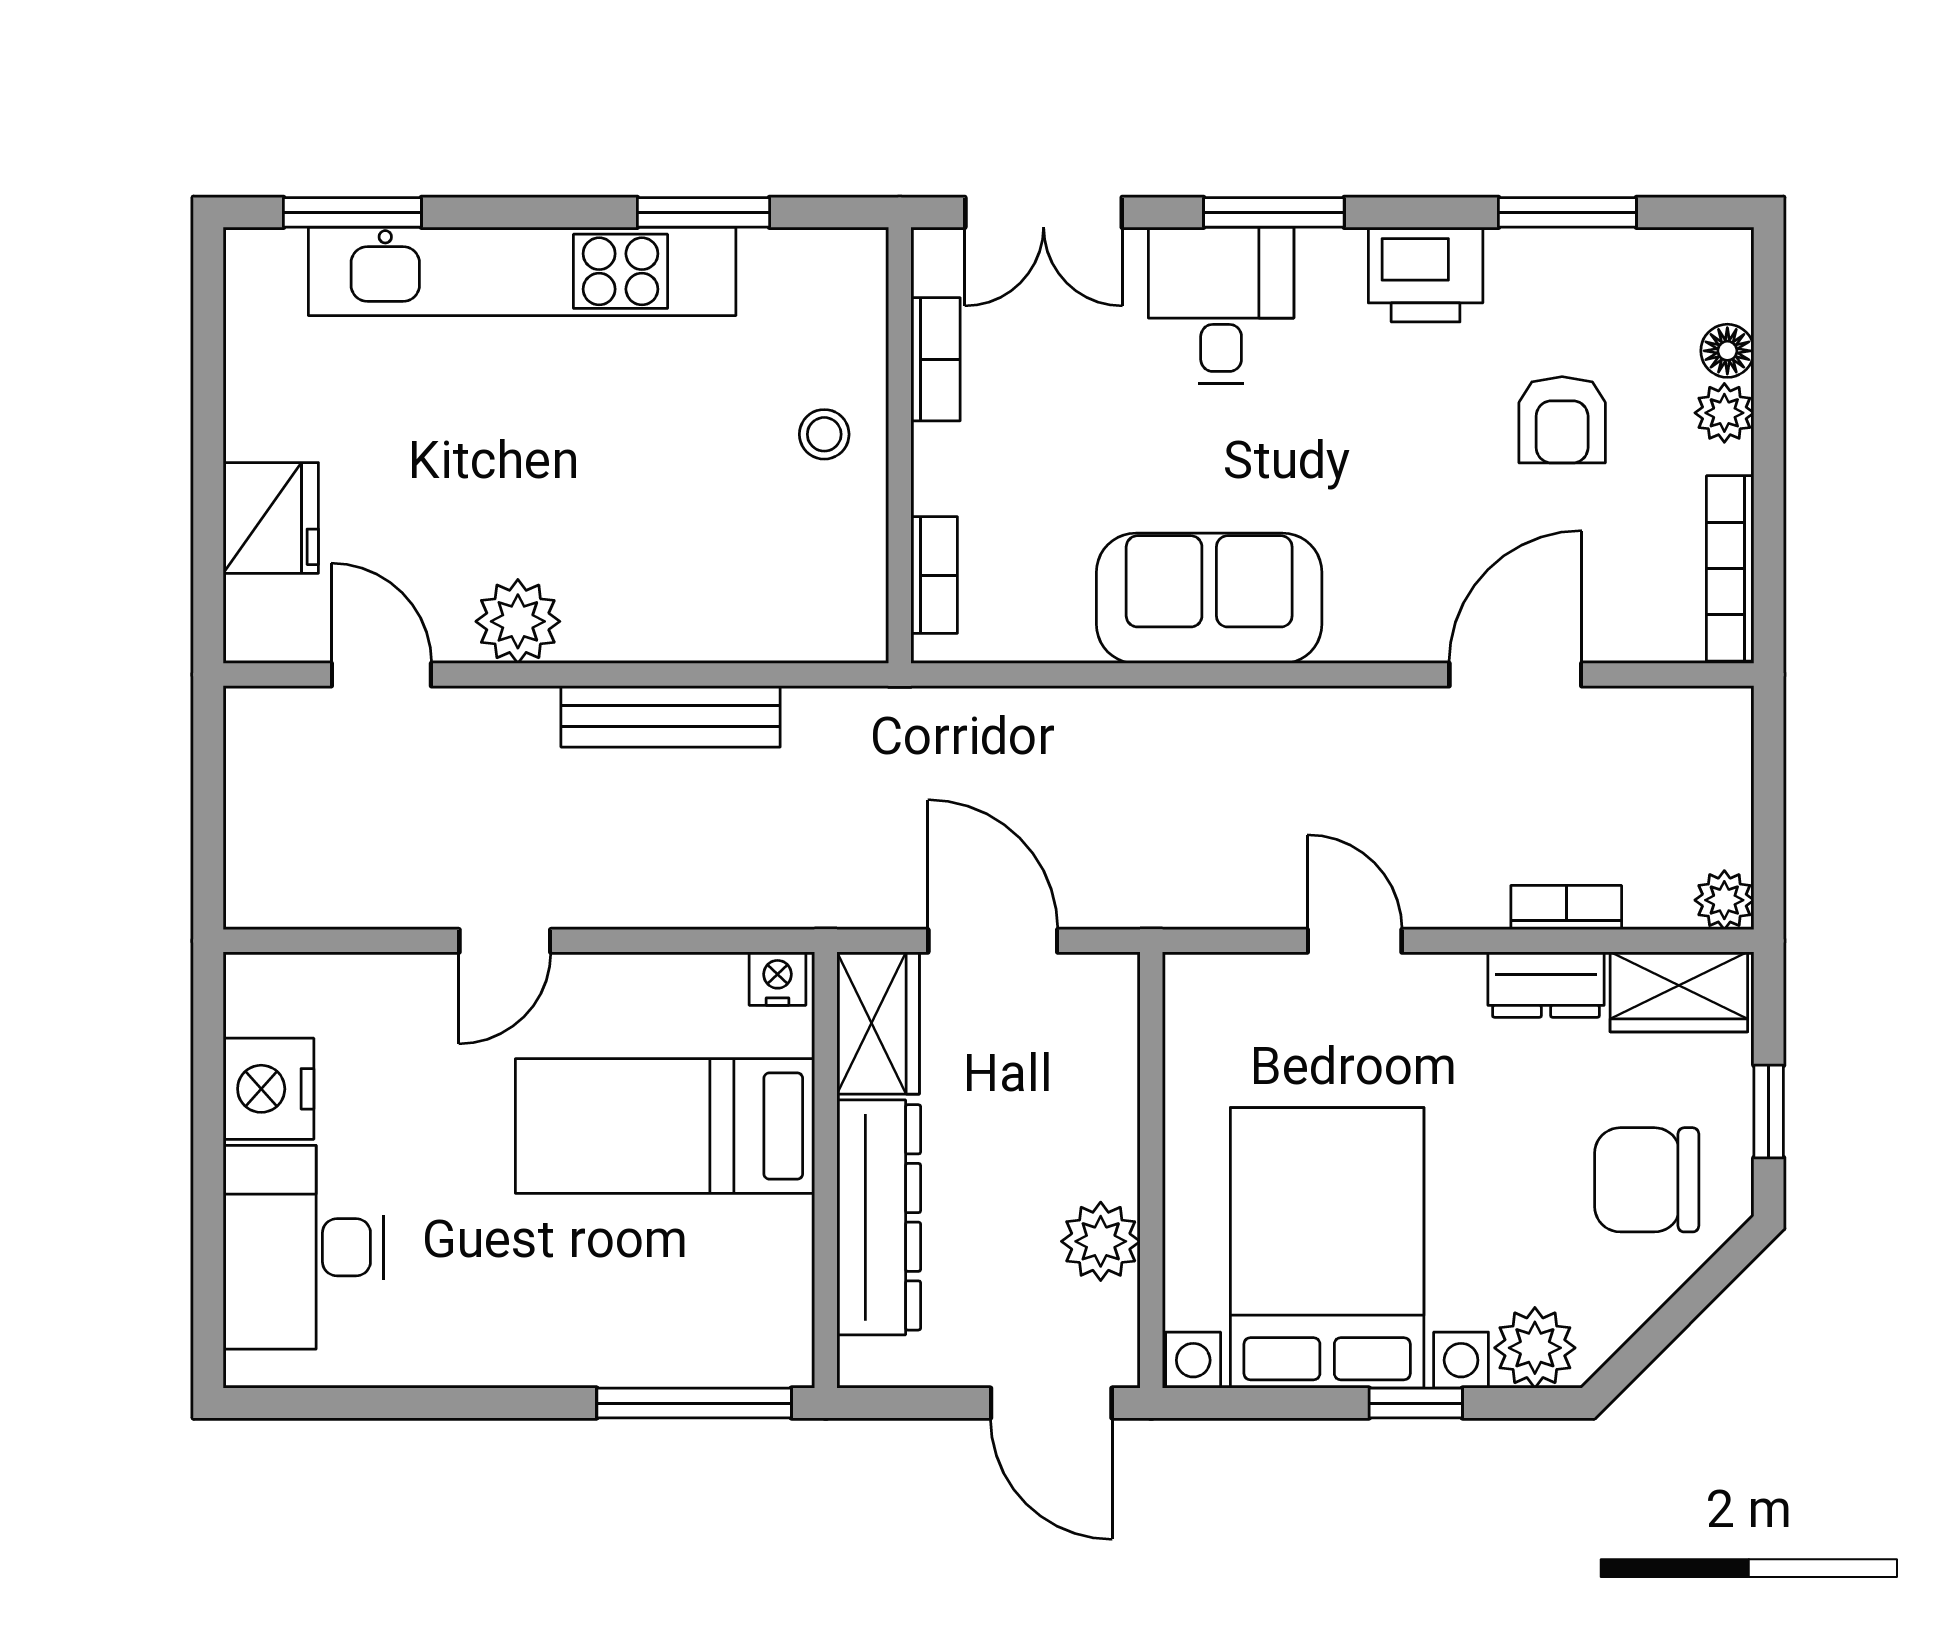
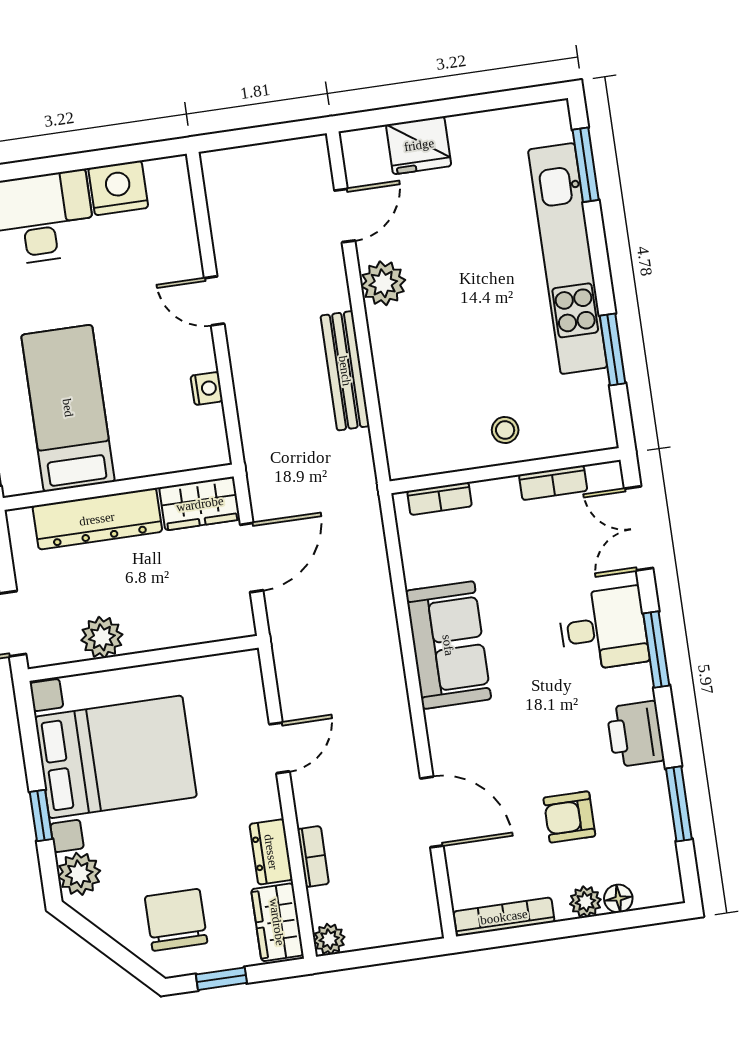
nightstand: (778, 979) -> (207, 388), moved
bed: (665, 1126) -> (68, 408), moved

